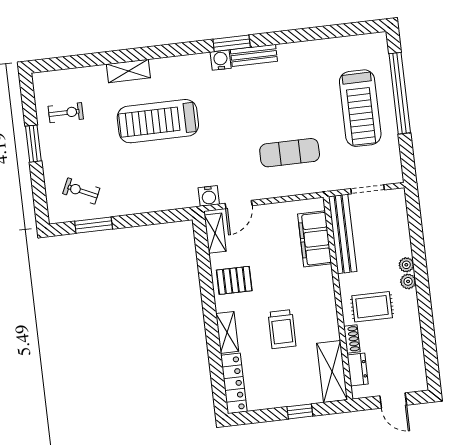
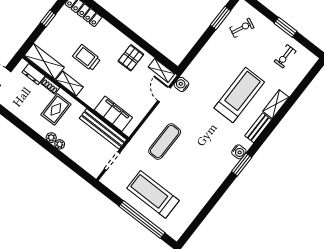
bench: (254, 55) -> (258, 128), moved
shelving: (227, 332) -> (70, 84), moved
window: (300, 411) -> (48, 19), moved

